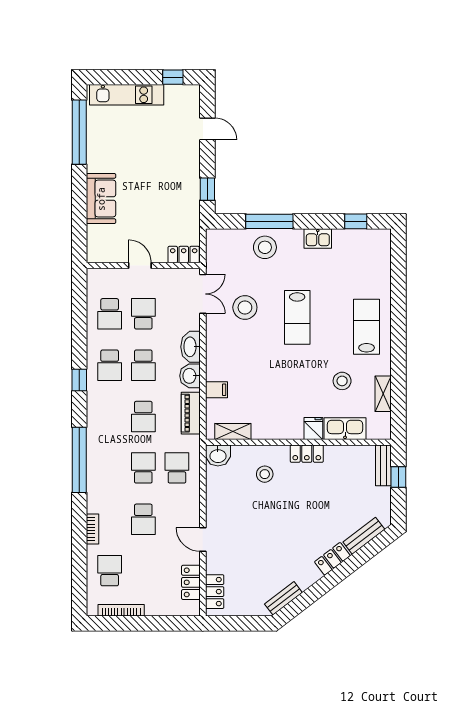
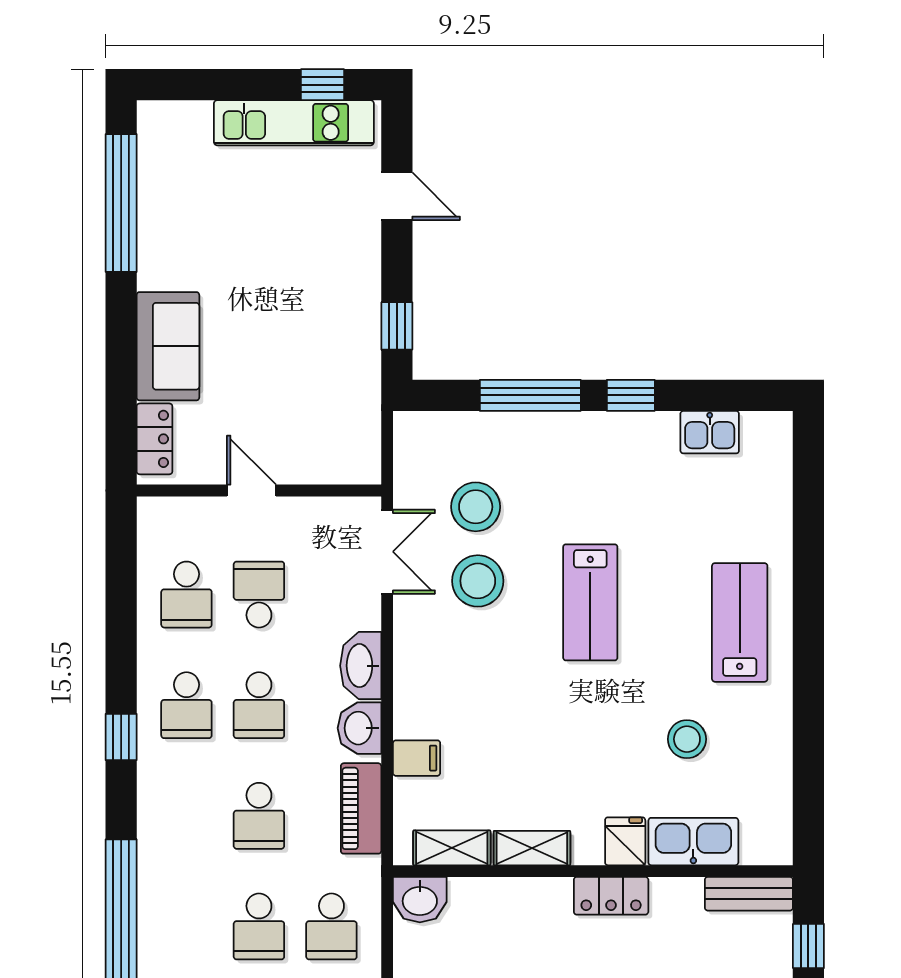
kitchen unit: (127, 95) -> (294, 123), moved
window: (356, 221) -> (631, 395), moved
kitchen sink: (318, 238) -> (710, 432), moved
stool: (265, 247) -> (476, 507), moved
locker: (184, 255) -> (155, 439), moved, turned 90
shelving: (383, 394) -> (532, 848), moved, turned 90
bench: (383, 465) -> (749, 894), moved, turned 90
school desk: (143, 468) -> (259, 926), turned 180
school desk: (177, 468) -> (331, 926), turned 180
stool: (265, 474) -> (520, 940), removed

